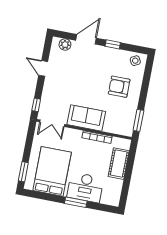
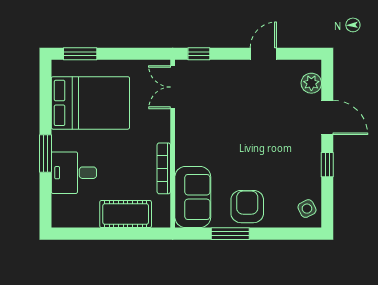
armchair: (119, 87) -> (247, 207), moved
sofa: (86, 118) -> (193, 197), moved
window: (138, 120) -> (230, 234), moved
desk: (85, 187) -> (74, 173), width x0.73

